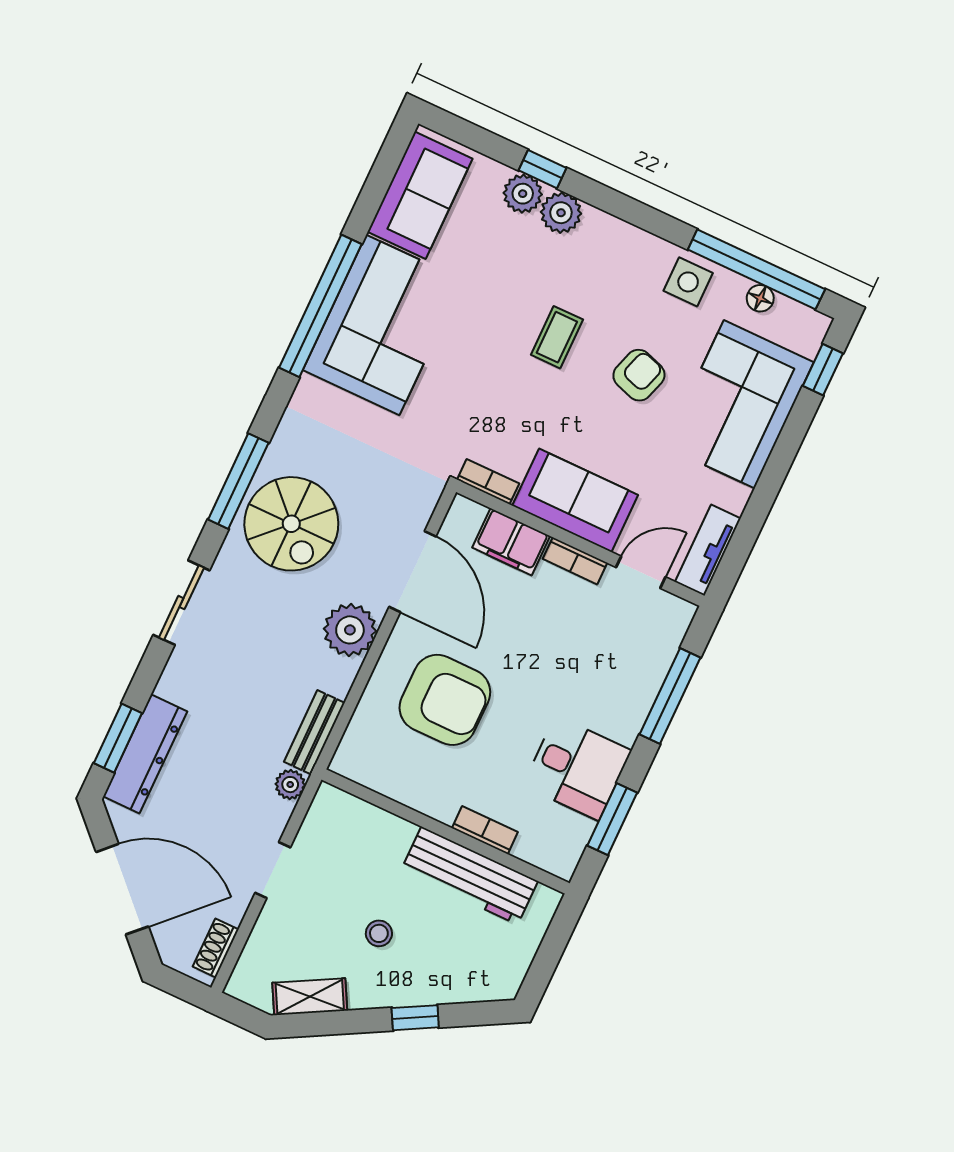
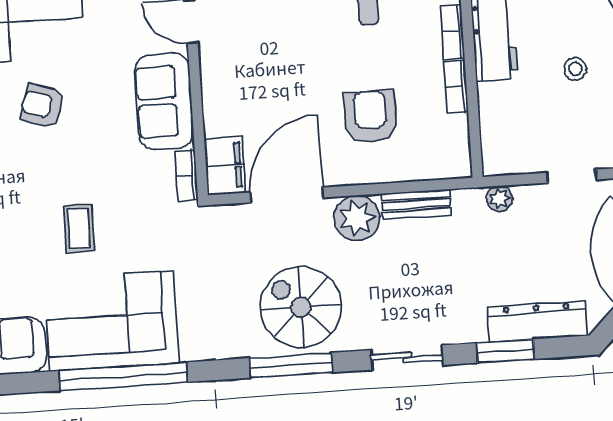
coffee table: (557, 337) -> (79, 228), moved, turned 90
spiral stairs: (291, 524) -> (301, 307), turned -90
filing cabinet: (511, 542) -> (225, 166), moved
bookcase: (575, 561) -> (456, 87), moved, turned 180
armchair: (445, 700) -> (370, 117), width x0.73, depth x0.73
bench: (314, 732) -> (416, 204), moved
window: (118, 738) -> (505, 351), moved

